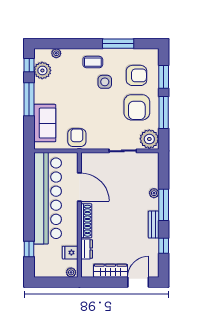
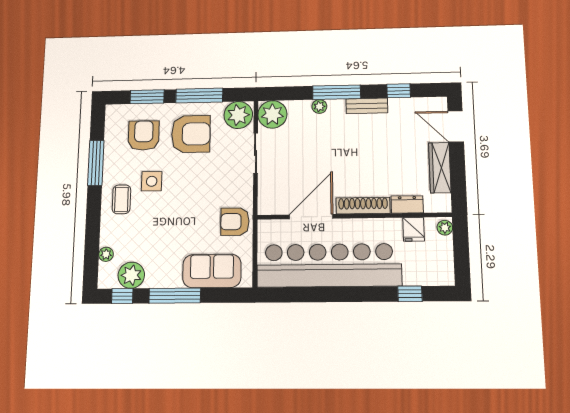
plant: (149, 162) -> (272, 114), added

